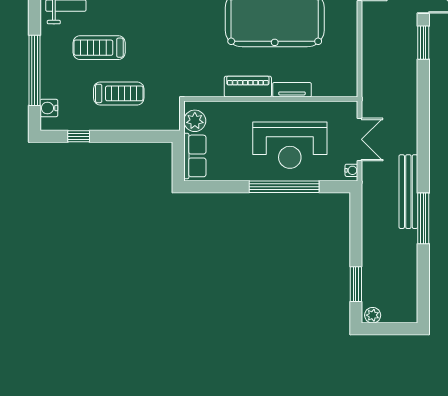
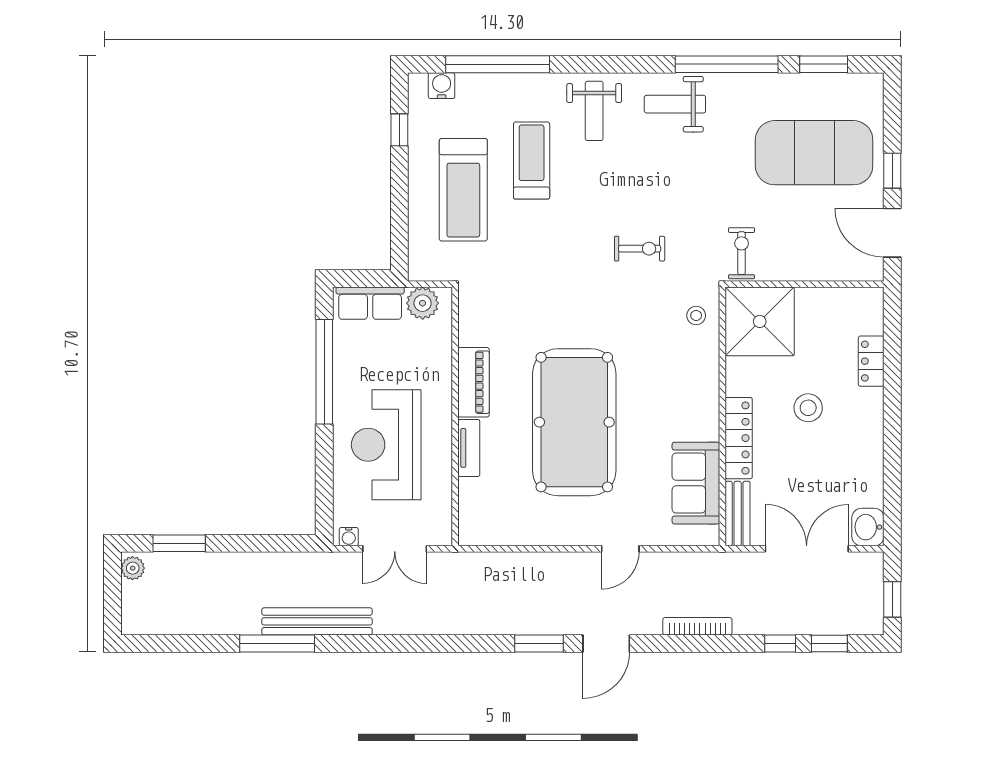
treadmill: (119, 93) -> (463, 190), width x1.37, depth x1.38
window: (284, 187) -> (324, 372), moved

